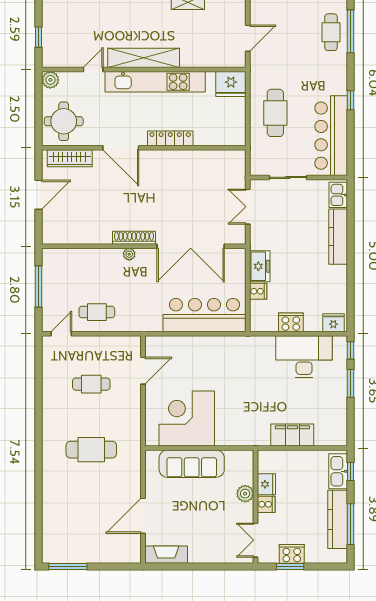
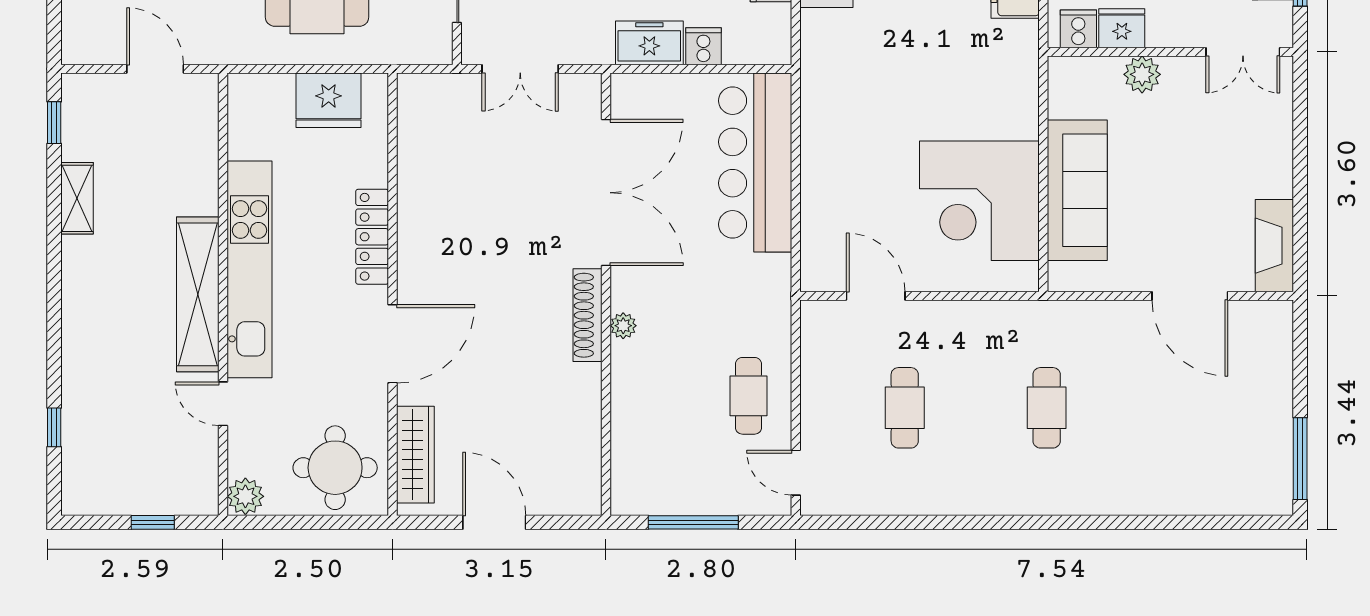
fridge: (231, 84) -> (329, 100), moved, turned 90
cafe table: (91, 450) -> (1047, 408), width x0.73, depth x0.74
cooker: (266, 504) -> (1078, 29), moved

